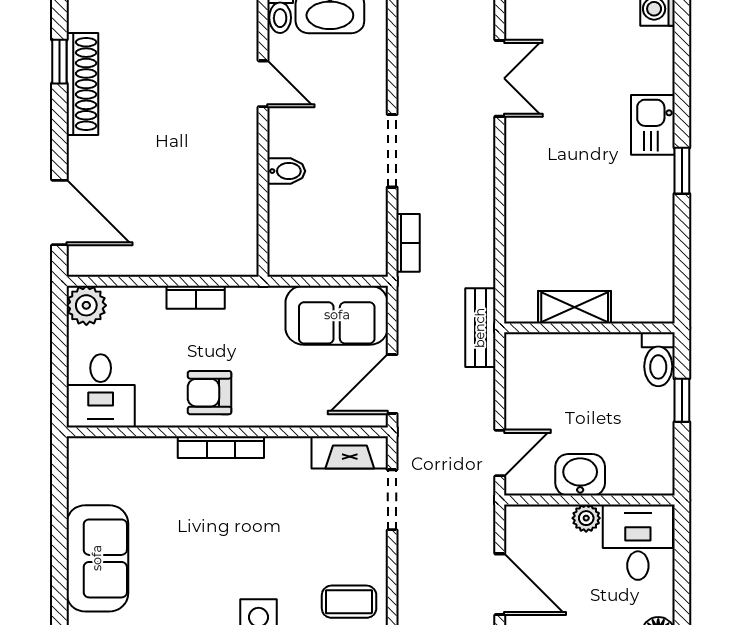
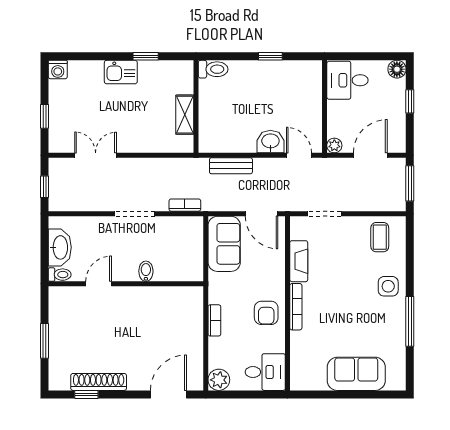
shelving: (575, 307) -> (185, 115), moved
wall: (589, 328) -> (196, 107), moved
toilet: (658, 359) -> (213, 69), moved
fireplace: (350, 452) -> (299, 261), moved
washbasin: (580, 475) -> (270, 142), moved, turned 90
plant: (586, 518) -> (334, 145), moved

